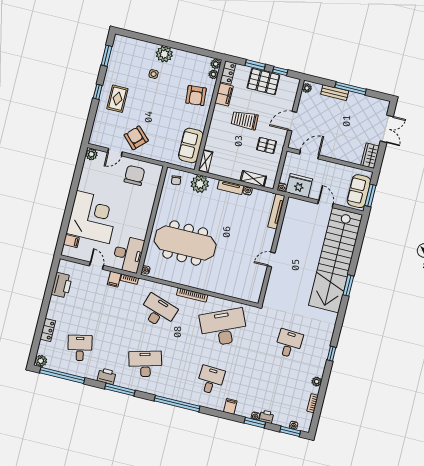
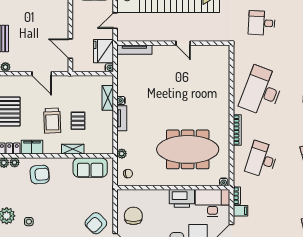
pallet: (267, 145) -> (78, 121), moved
shelving: (206, 161) -> (73, 149), moved
chair: (134, 175) -> (133, 216), turned 90
plant: (200, 184) -> (122, 154), width x0.53, depth x0.53
tv unit: (276, 211) -> (134, 50), moved
printer: (140, 226) -> (182, 198), added
meeting table: (185, 243) -> (188, 149), turned 90
wall: (273, 250) -> (173, 43), moved
door: (271, 259) -> (183, 43), moved
desk: (223, 328) -> (262, 91), turned 45

